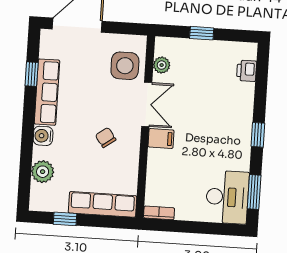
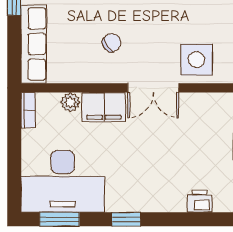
plant: (162, 65) -> (70, 102), moved
filing cabinet: (161, 138) -> (104, 107), width x2.00
desk: (227, 197) -> (63, 181), width x1.36, depth x1.30

